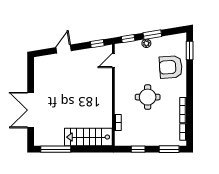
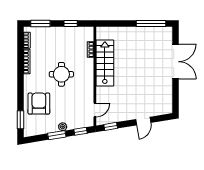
armchair: (171, 67) -> (39, 104), turned -86
stairs: (88, 137) -> (105, 63), moved, turned -90

